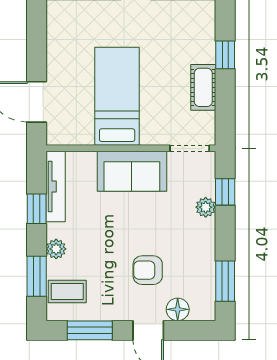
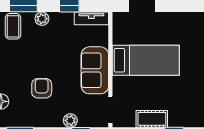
tv unit: (56, 186) -> (91, 18), width x0.71
armchair: (148, 270) -> (42, 88), moved

